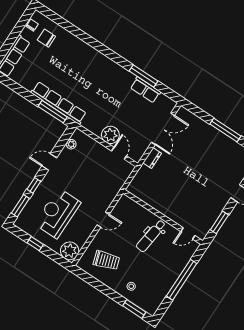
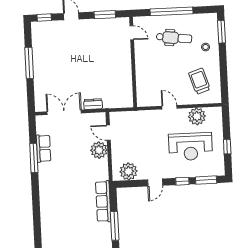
row of seats: (59, 103) -> (103, 201), width x0.73
window: (53, 112) -> (115, 226), moved
plant: (71, 144) -> (129, 171), width x1.88, depth x1.88
door: (119, 153) -> (108, 133), hinge flipped
door: (49, 162) -> (155, 183), hinge flipped
dental chair: (151, 236) -> (174, 38), moved
plant: (70, 251) -> (197, 116), moved

